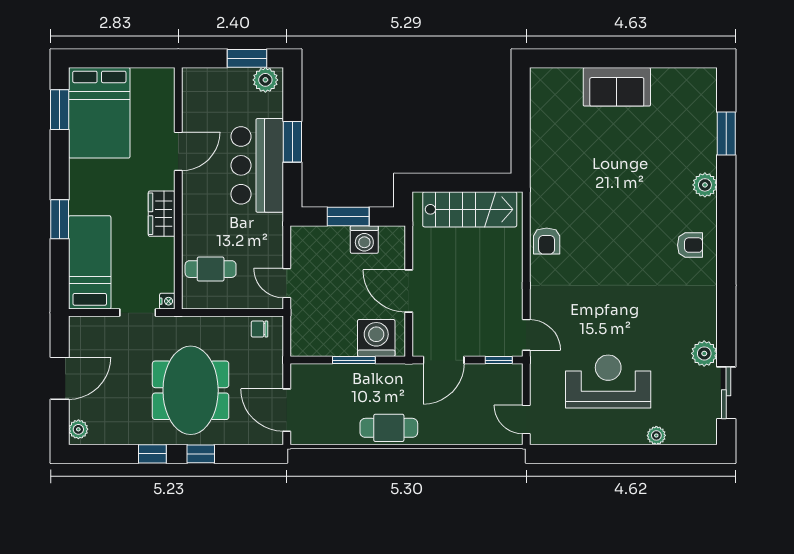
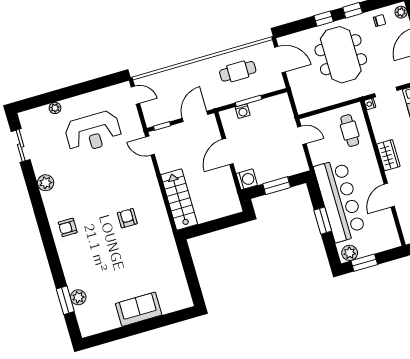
bar counter: (257, 165) -> (340, 200), width x1.36
plant: (705, 185) -> (78, 297), moved
stairs: (470, 209) -> (179, 200), moved, turned 90
washing machine: (364, 239) -> (247, 179), moved, turned 90
armchair: (547, 241) -> (127, 218), moved
cafe table: (211, 269) -> (350, 131), turned 90
door: (409, 291) -> (228, 152), swing flipped
chair: (260, 329) -> (379, 21), moved
washing machine: (376, 338) -> (243, 111), width x0.53, depth x0.53
plant: (704, 353) -> (46, 183), moved
cafe table: (389, 428) -> (238, 71), moved

